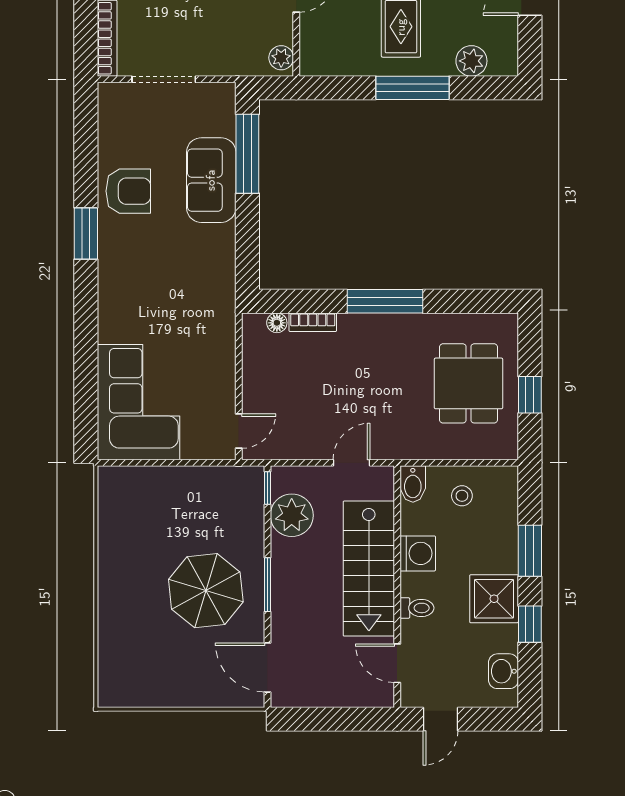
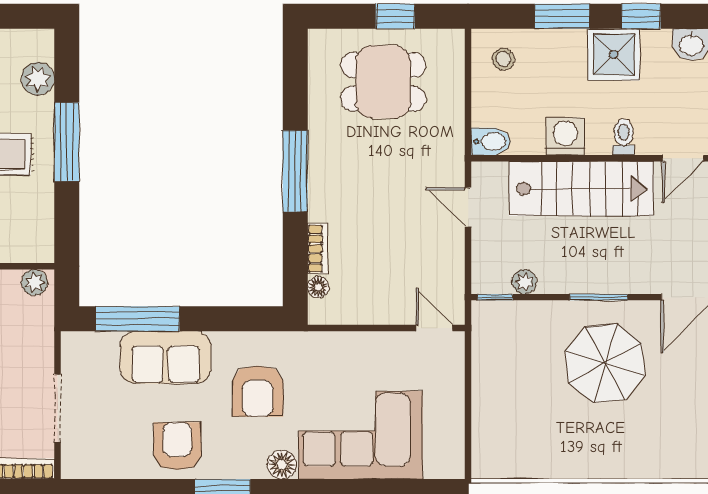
armchair: (180, 266) -> (258, 391), added
floor lamp: (111, 289) -> (282, 465), added
corner sofa: (139, 402) -> (361, 435), moved
stool: (462, 496) -> (503, 59), moved
plant: (292, 515) -> (524, 282), width x0.53, depth x0.53

